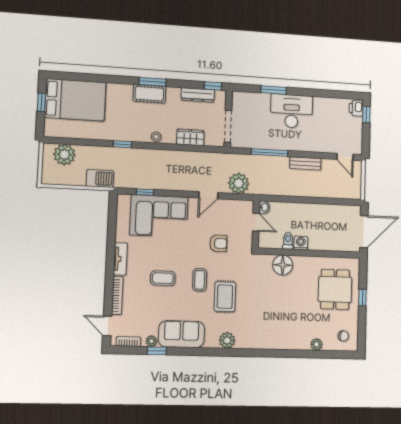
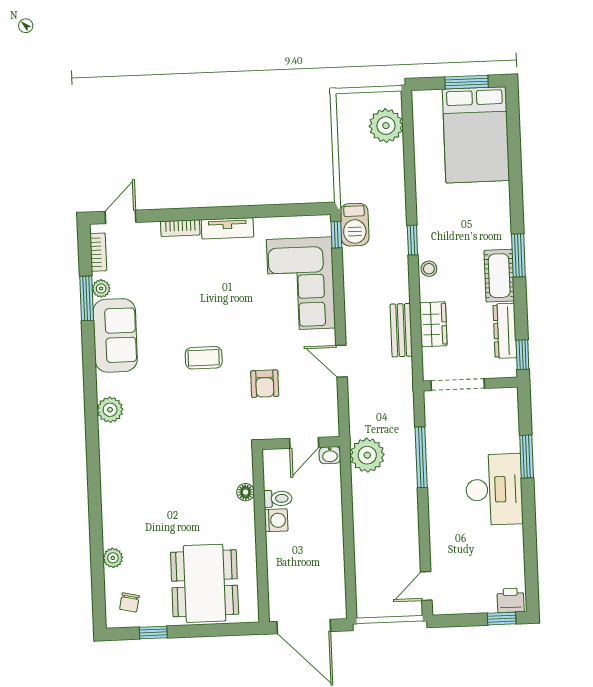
cot: (149, 94) -> (499, 276), moved
window: (41, 102) -> (466, 82), width x1.50
window: (122, 144) -> (412, 240), moved
bench: (305, 163) -> (401, 330), moved
barbecue: (100, 178) -> (355, 225), moved
plant: (239, 183) -> (367, 455), moved
window: (145, 192) -> (336, 235), moved
floor lamp: (283, 265) -> (246, 492), width x0.53, depth x0.53
coffee table: (163, 278) -> (202, 298), removed
dining table: (335, 289) -> (205, 583), width x1.38
bookcase: (117, 295) -> (180, 228), width x0.64
rug: (225, 297) -> (180, 401), removed
window: (362, 298) -> (153, 633), moved
window: (157, 351) -> (87, 298), width x1.50

